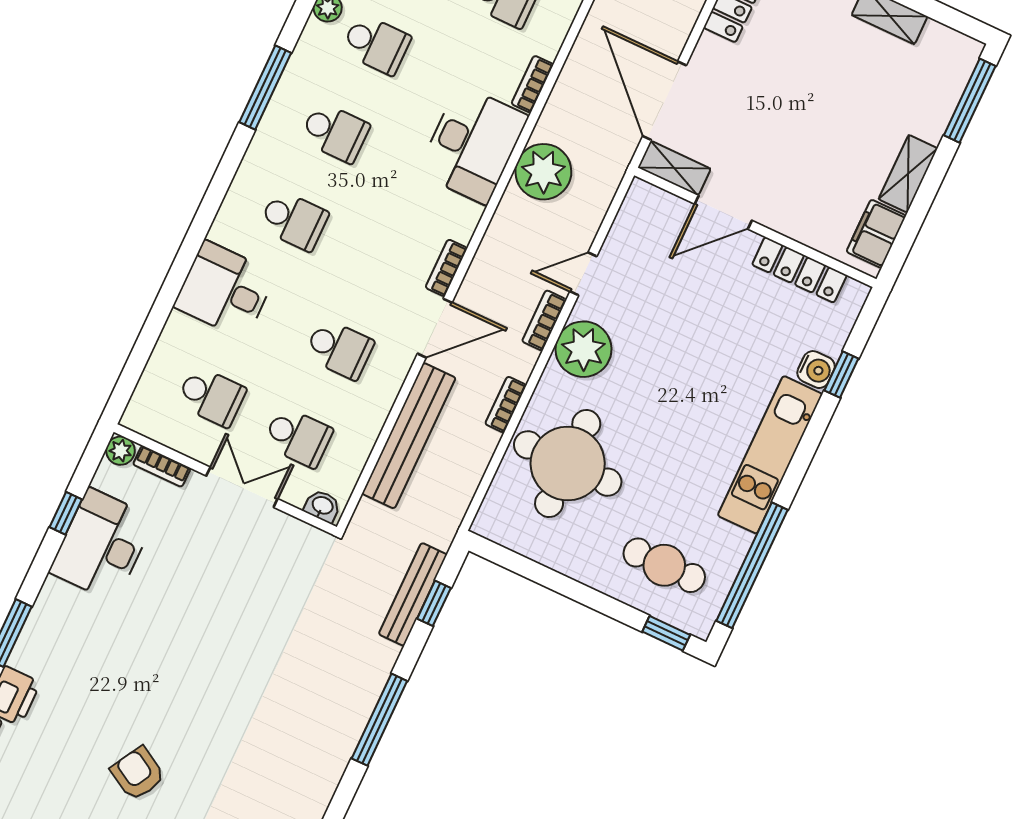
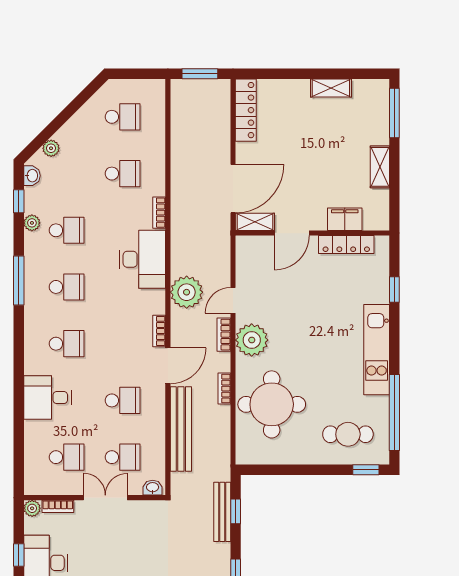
door: (664, 101) -> (233, 189), swing flipped
plant: (543, 172) -> (187, 292), moved
filing cabinet: (876, 234) -> (345, 219), moved, turned 90
water cooler: (816, 370) -> (380, 293), removed

